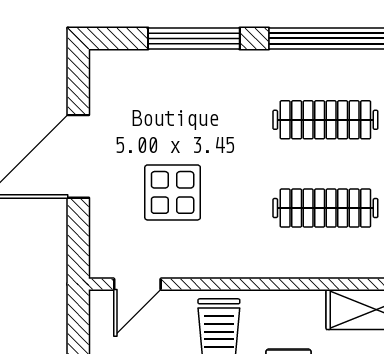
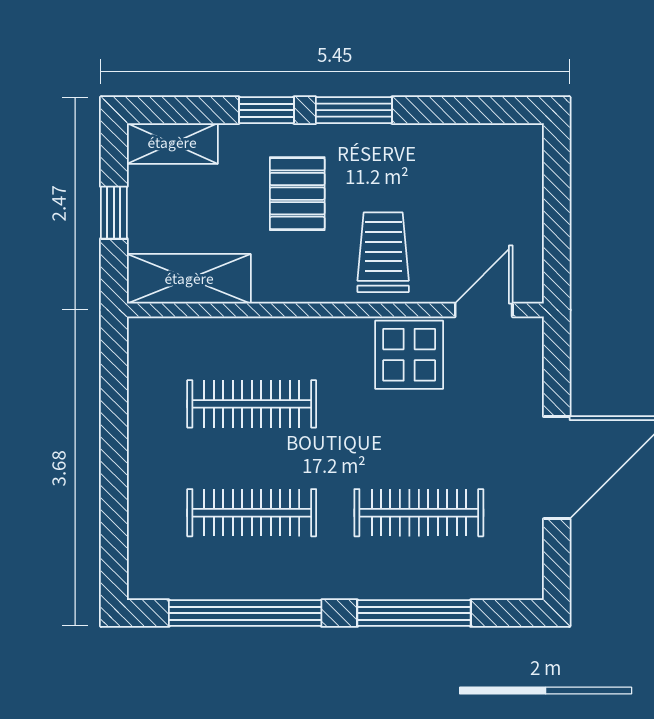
clothes rail: (190, 120) -> (419, 513), added
display table: (173, 192) -> (409, 355), moved

